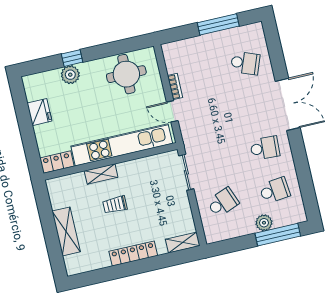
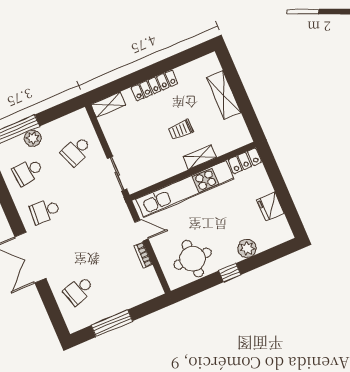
window: (72, 58) -> (230, 273), moved
school desk: (245, 63) -> (79, 290), turned -39
trolley: (115, 205) -> (181, 130), turned 180

